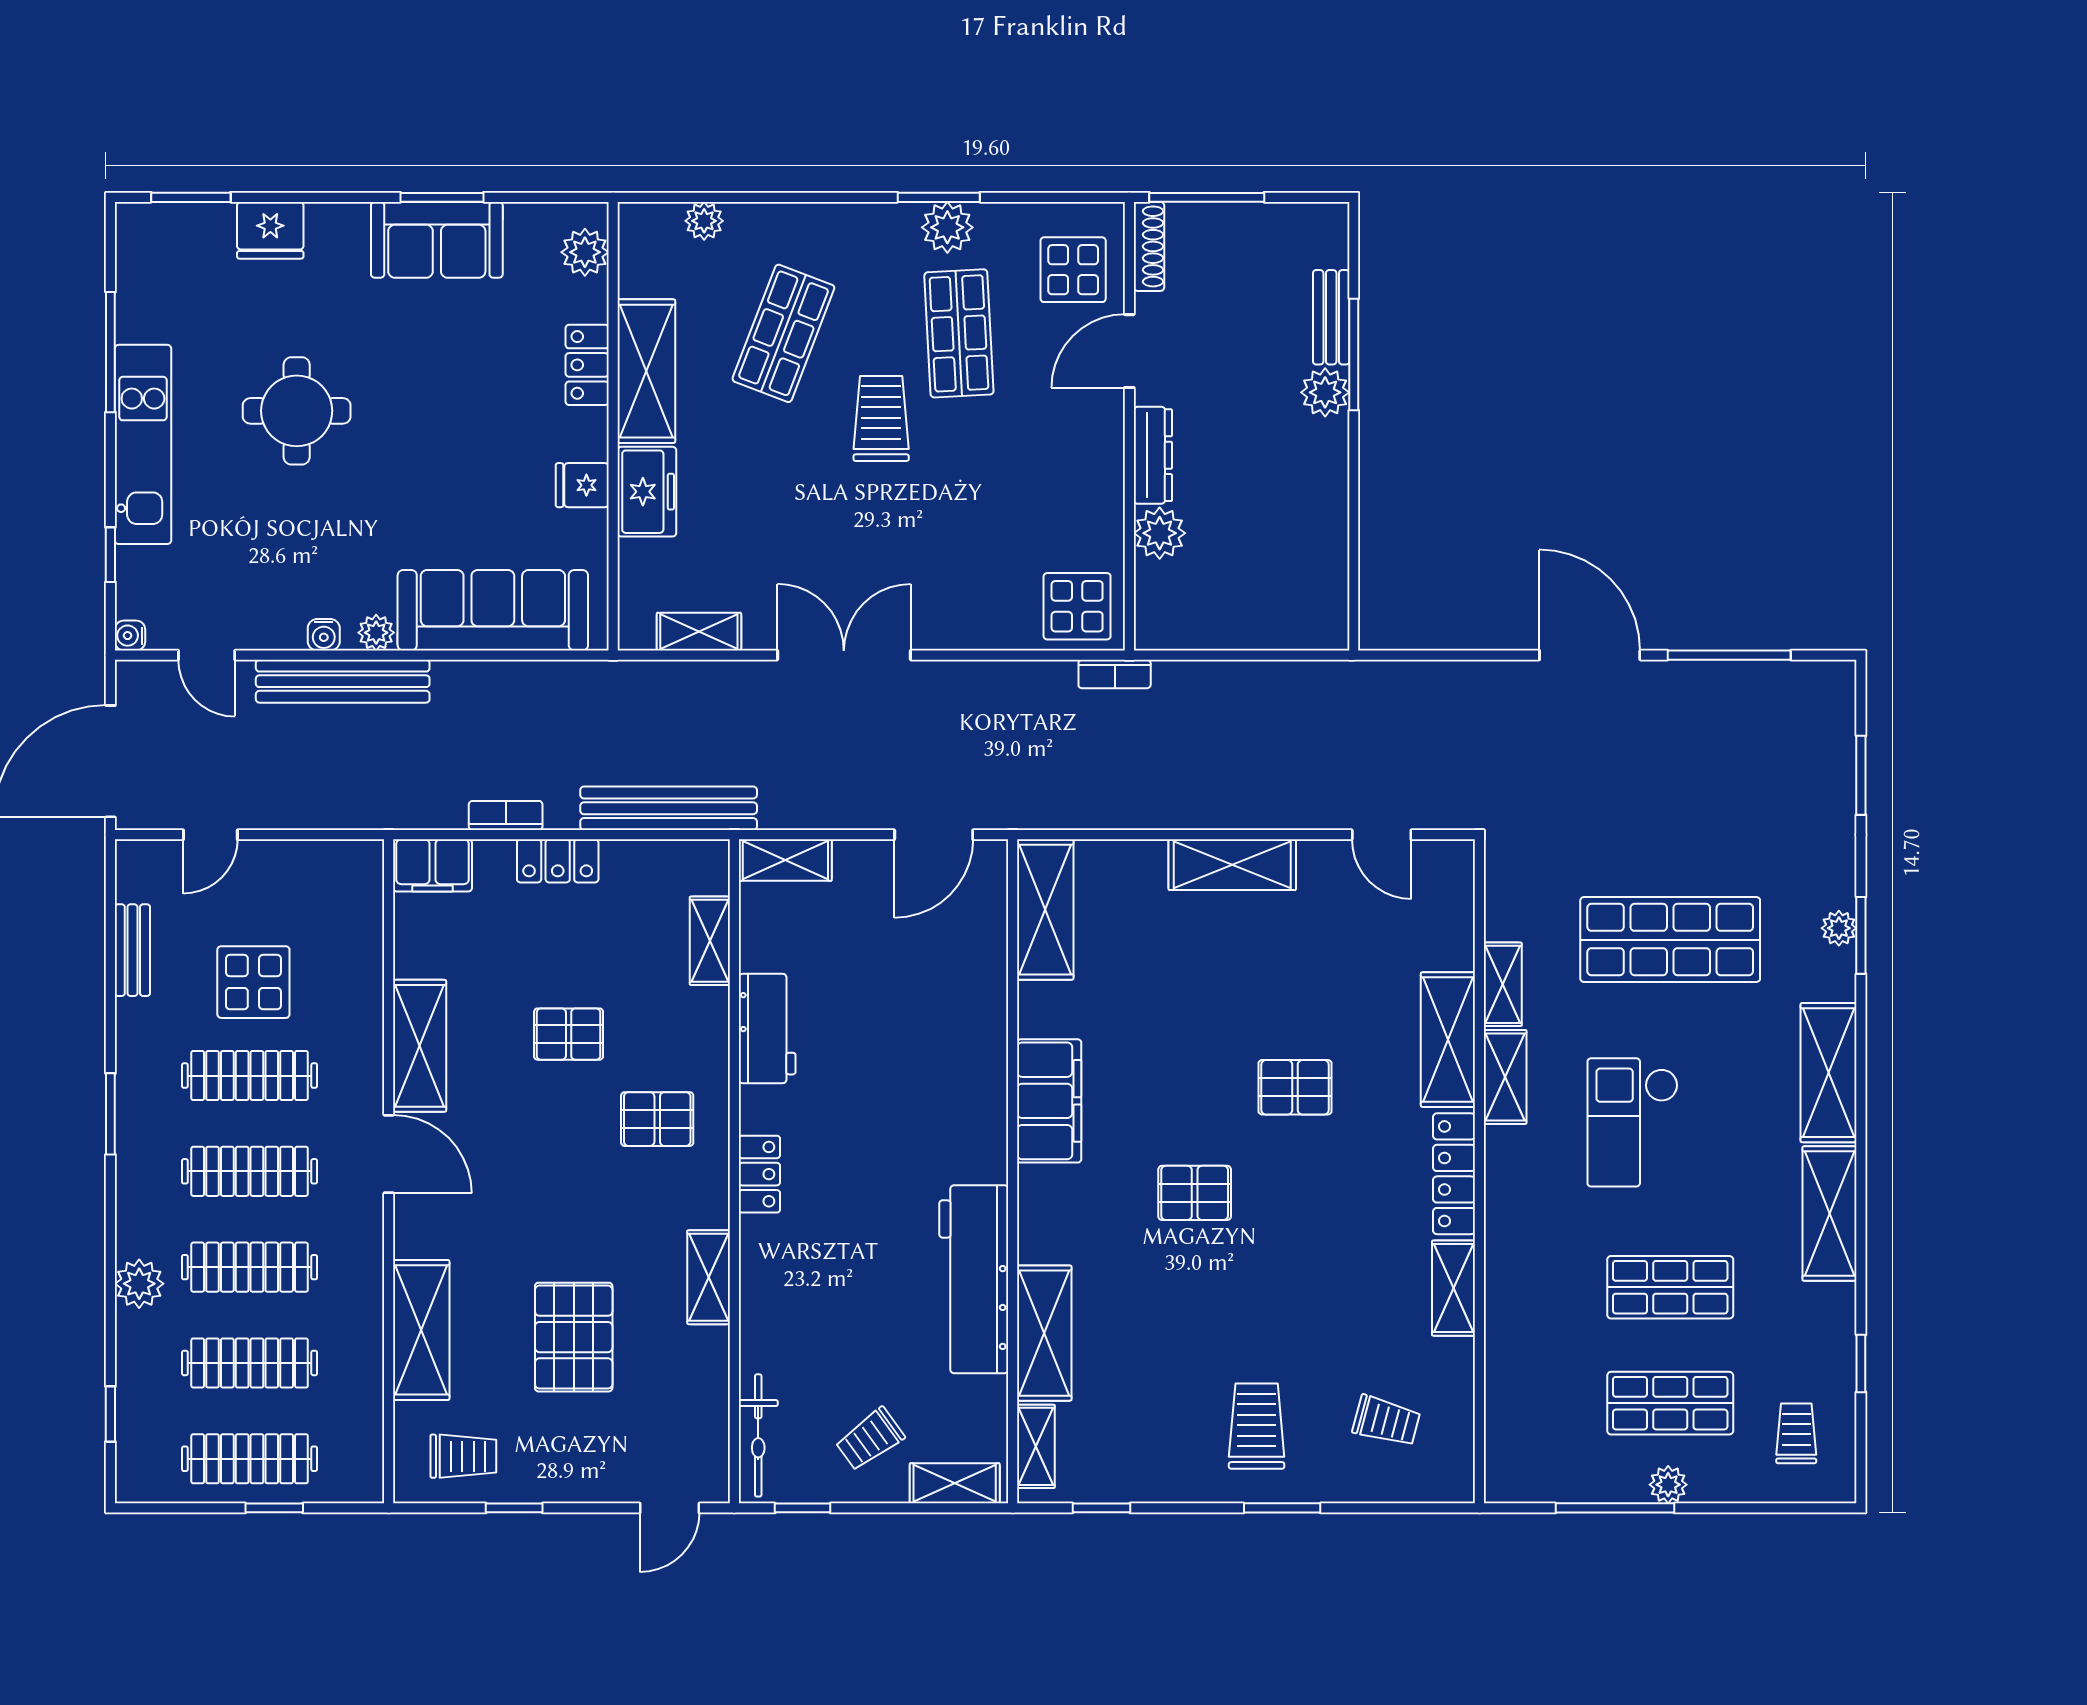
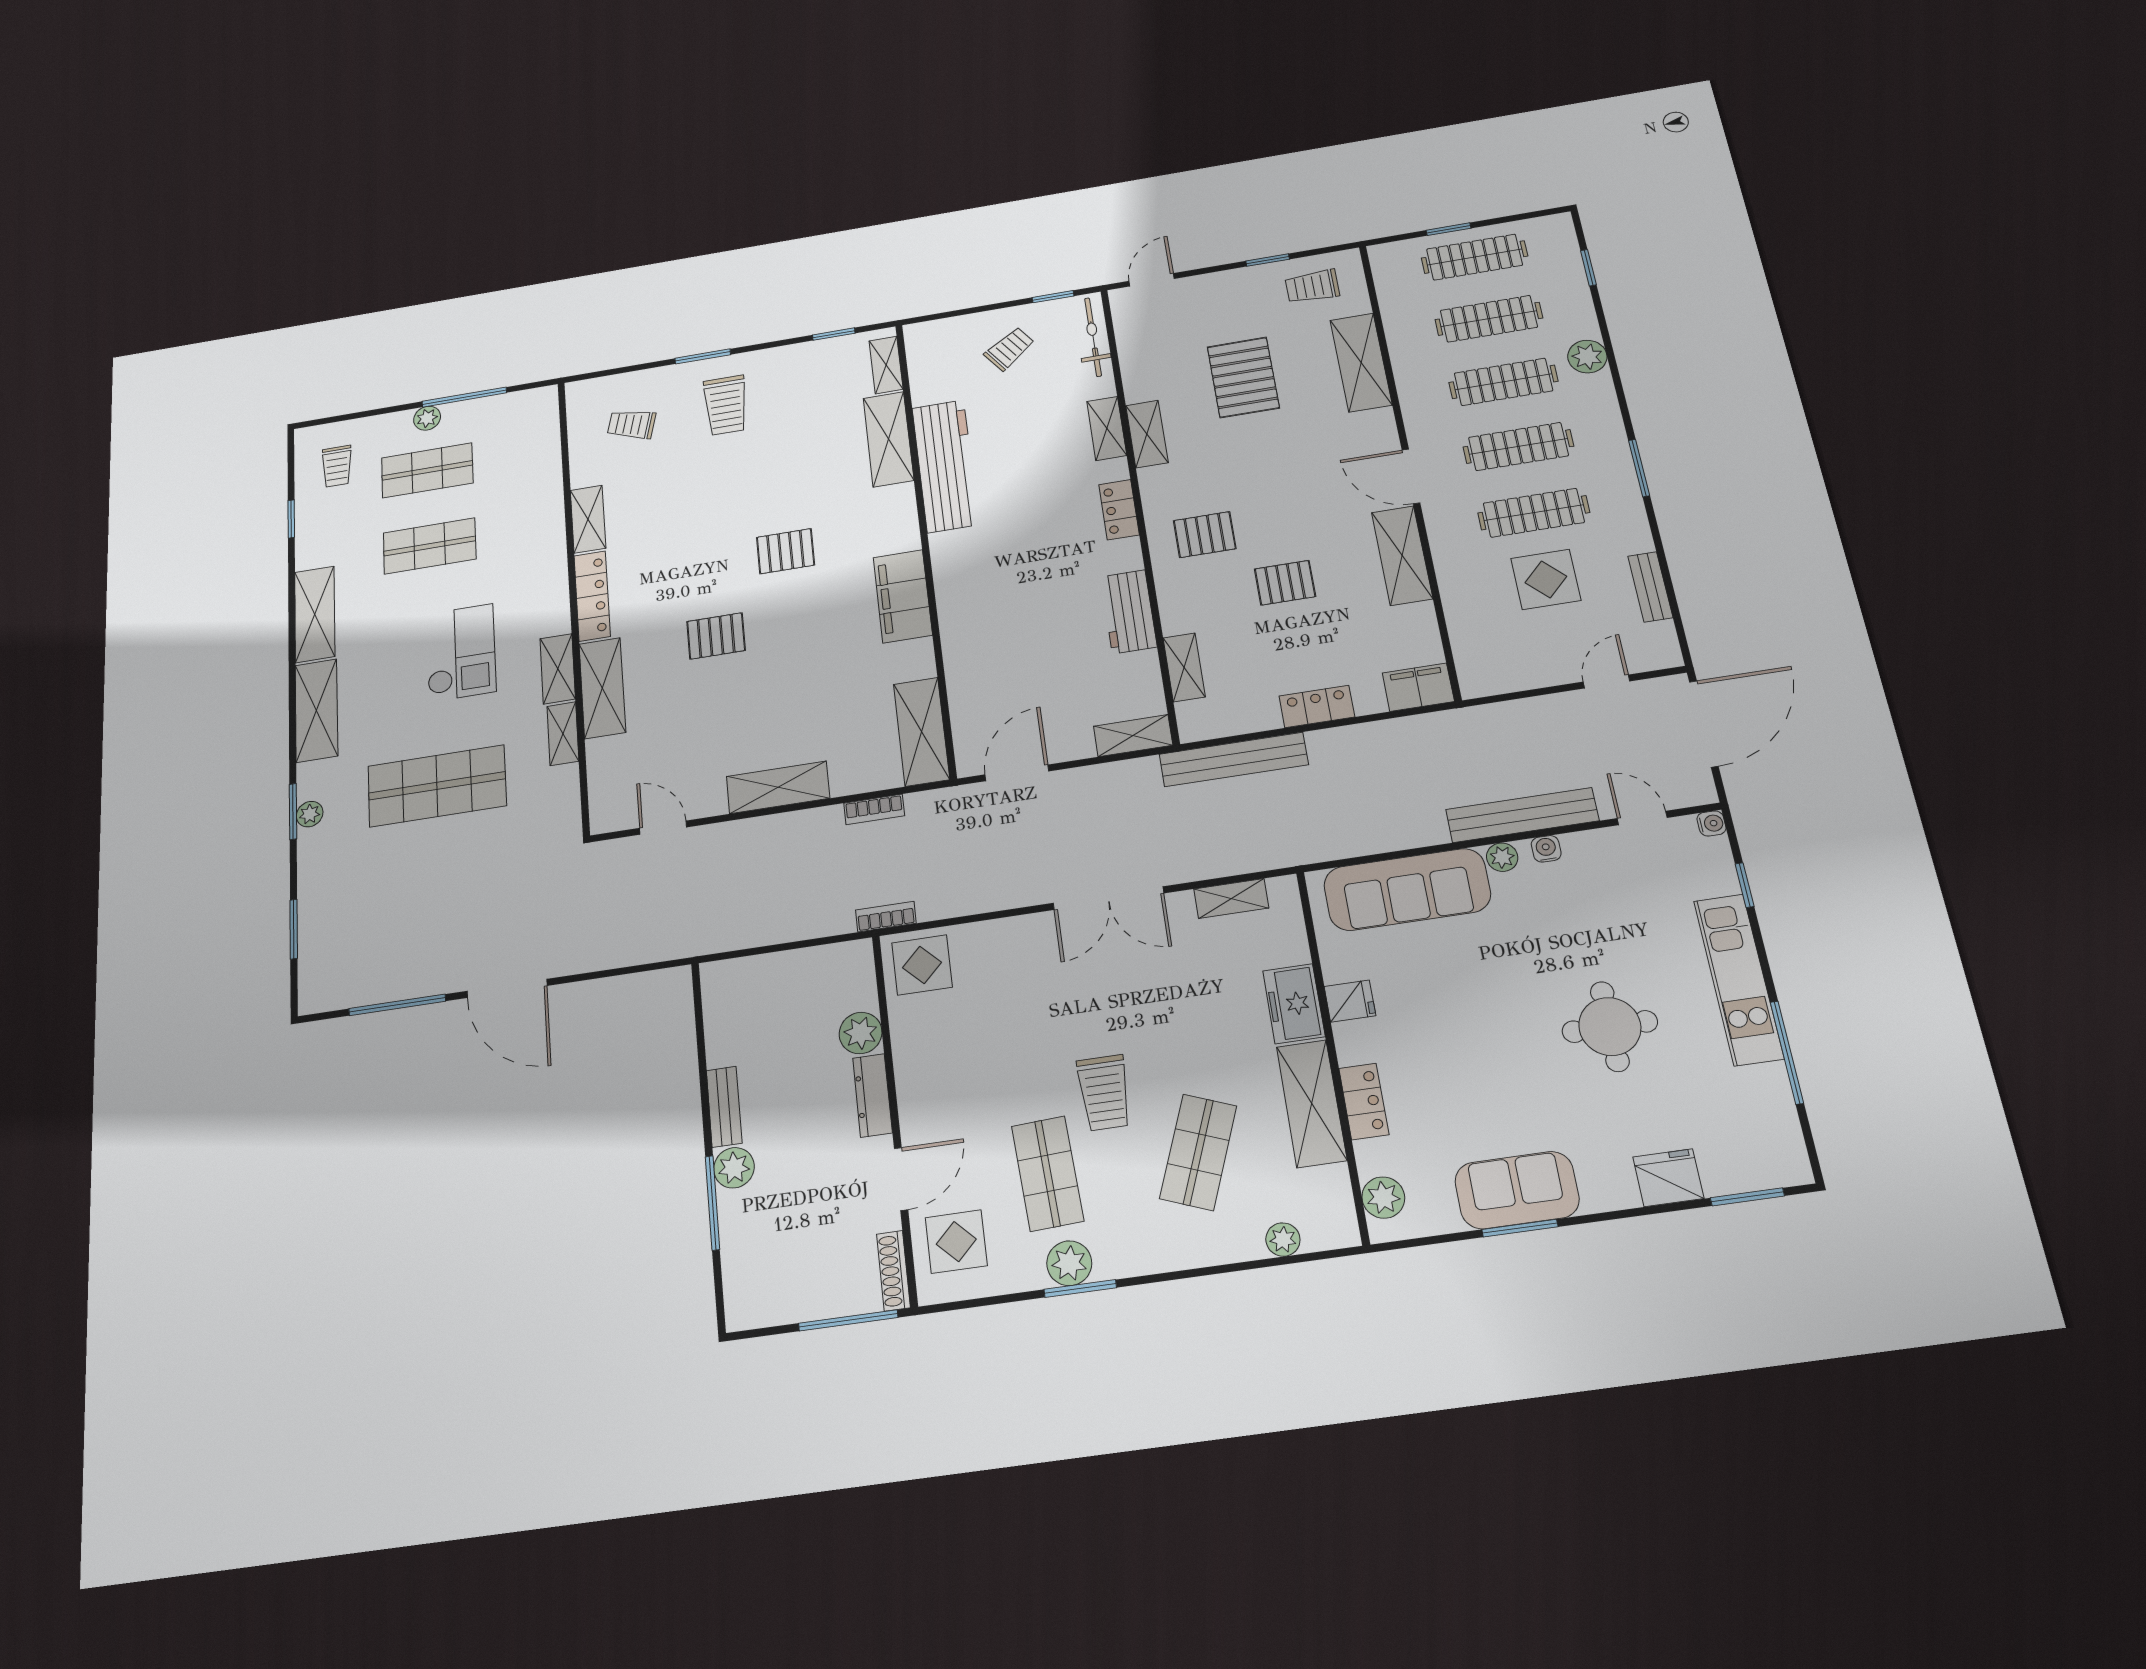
bench: (1331, 317) -> (724, 1107), moved
bookcase: (506, 815) -> (874, 809), moved
shelving: (955, 1483) -> (1107, 428), moved, turned 90

